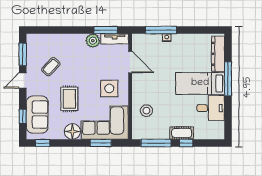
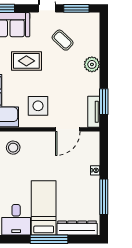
window: (161, 30) -> (104, 197), moved
plant: (93, 41) -> (92, 64), moved

